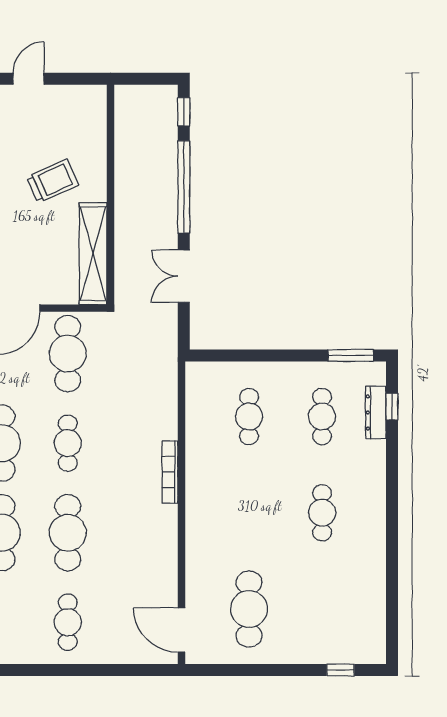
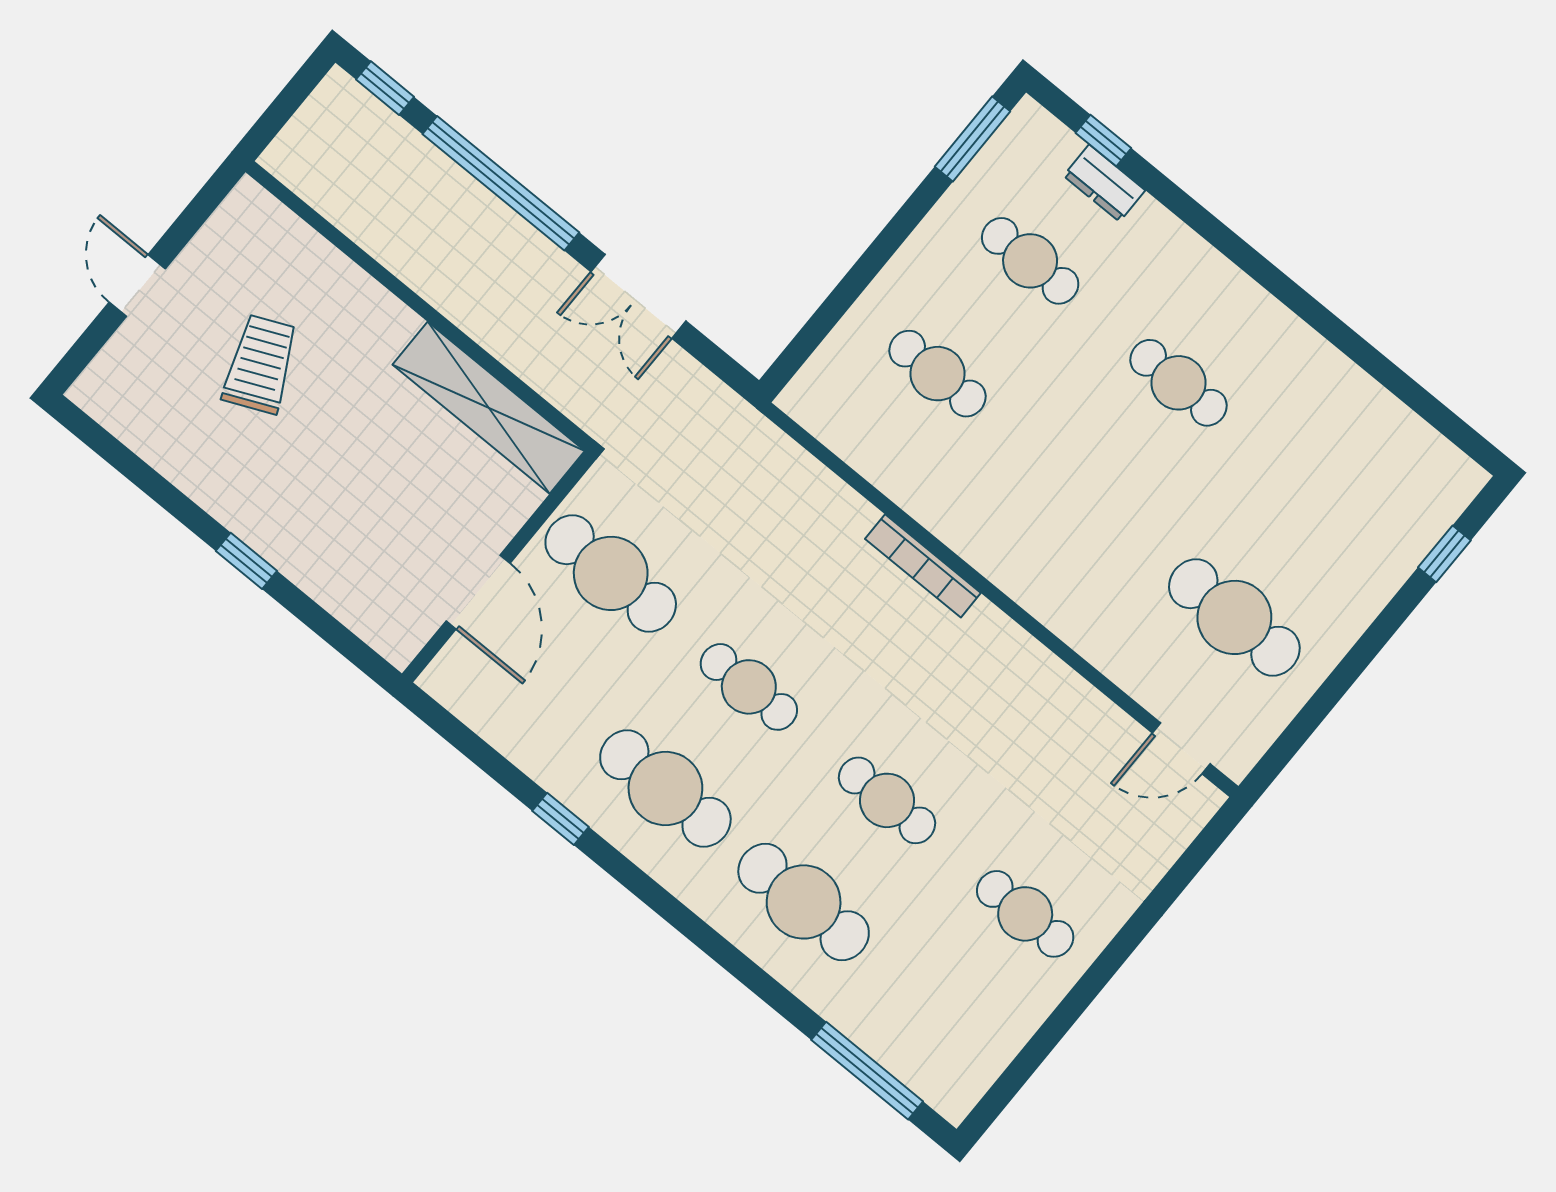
trolley: (52, 181) -> (260, 364), moved
dresser: (376, 413) -> (1104, 183), width x0.70
cafe table: (68, 533) -> (887, 800), width x0.73, depth x0.74
door: (181, 630) -> (1181, 748), width x0.73

